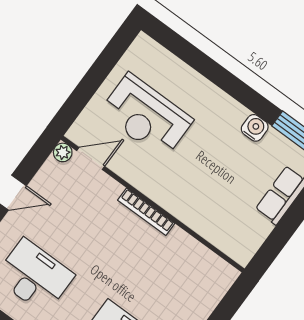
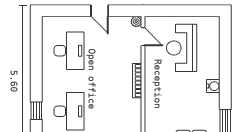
water cooler: (255, 128) -> (213, 86), moved

